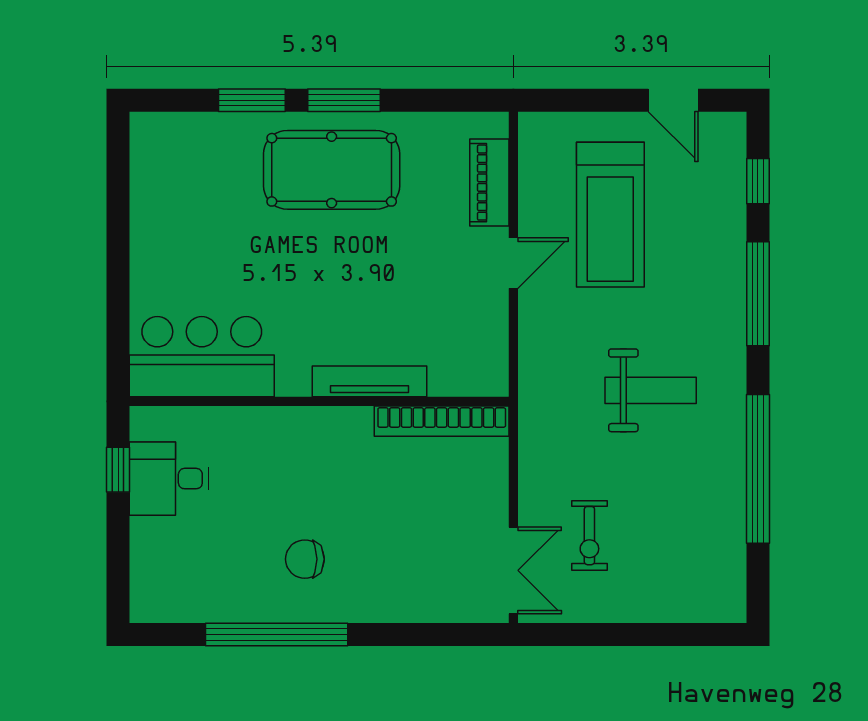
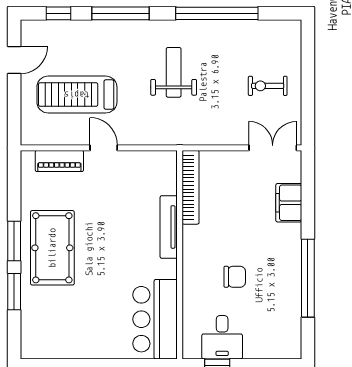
treadmill: (610, 215) -> (77, 95), turned 180
exercise bike: (589, 536) -> (268, 86), moved, turned 180
chair: (305, 559) -> (235, 277), moved, turned -90
filing cabinet: (414, 600) -> (289, 203), added

